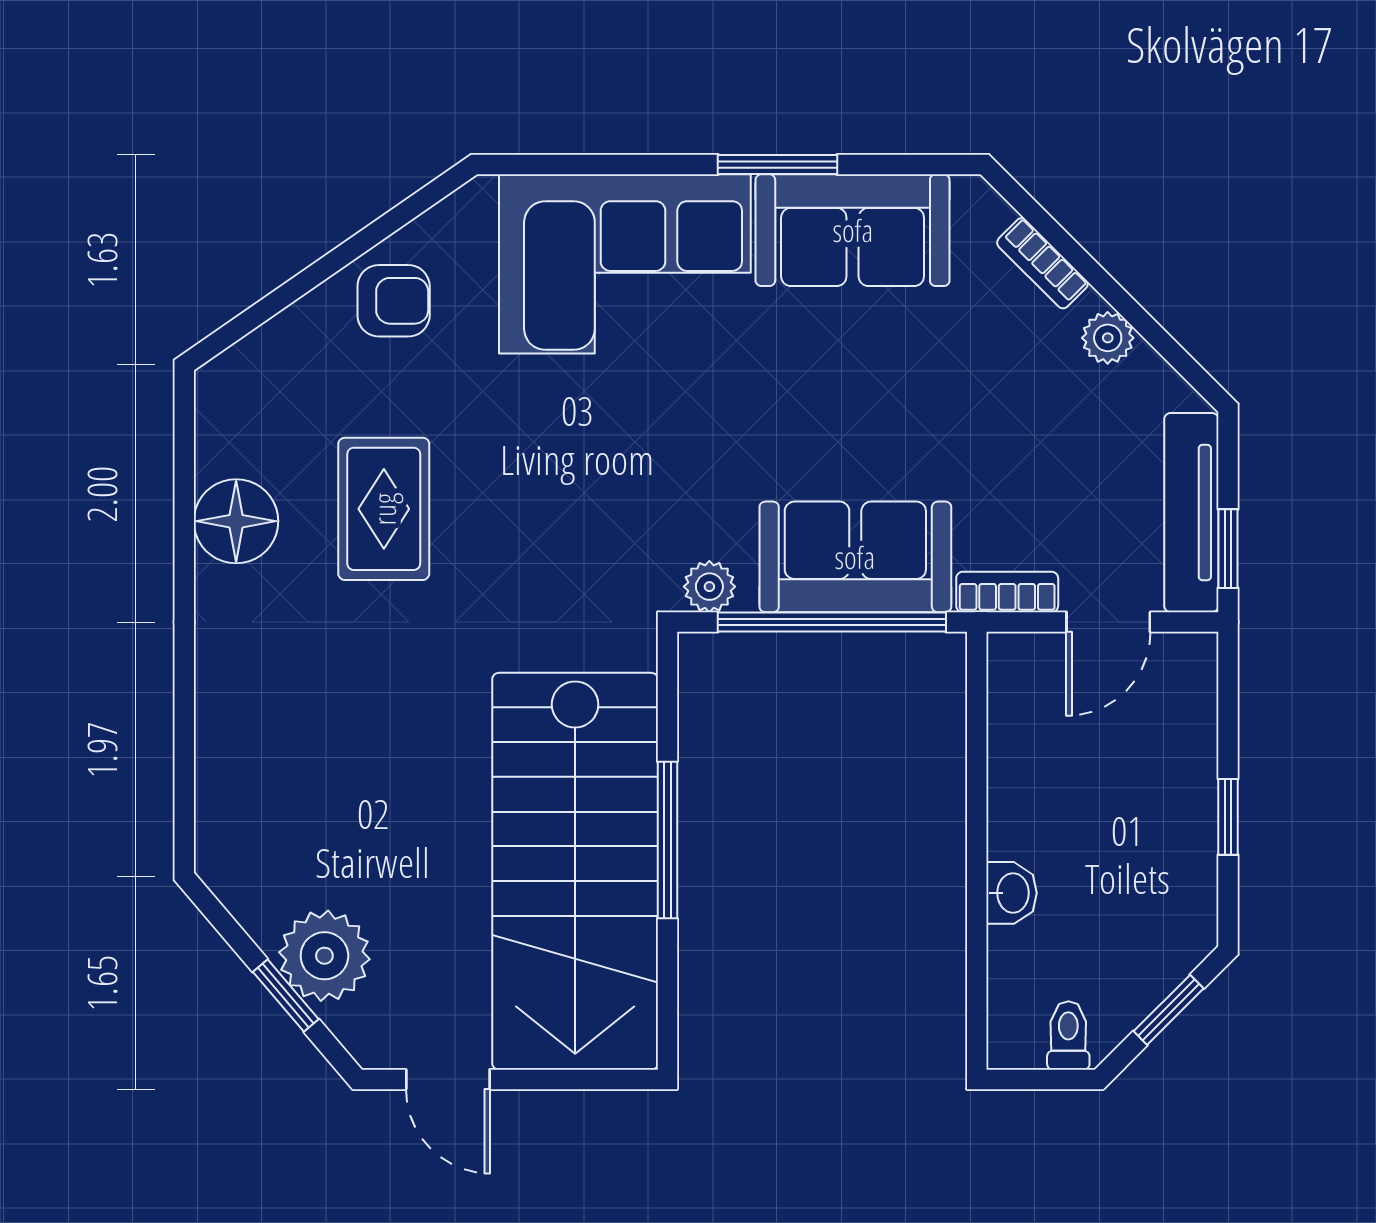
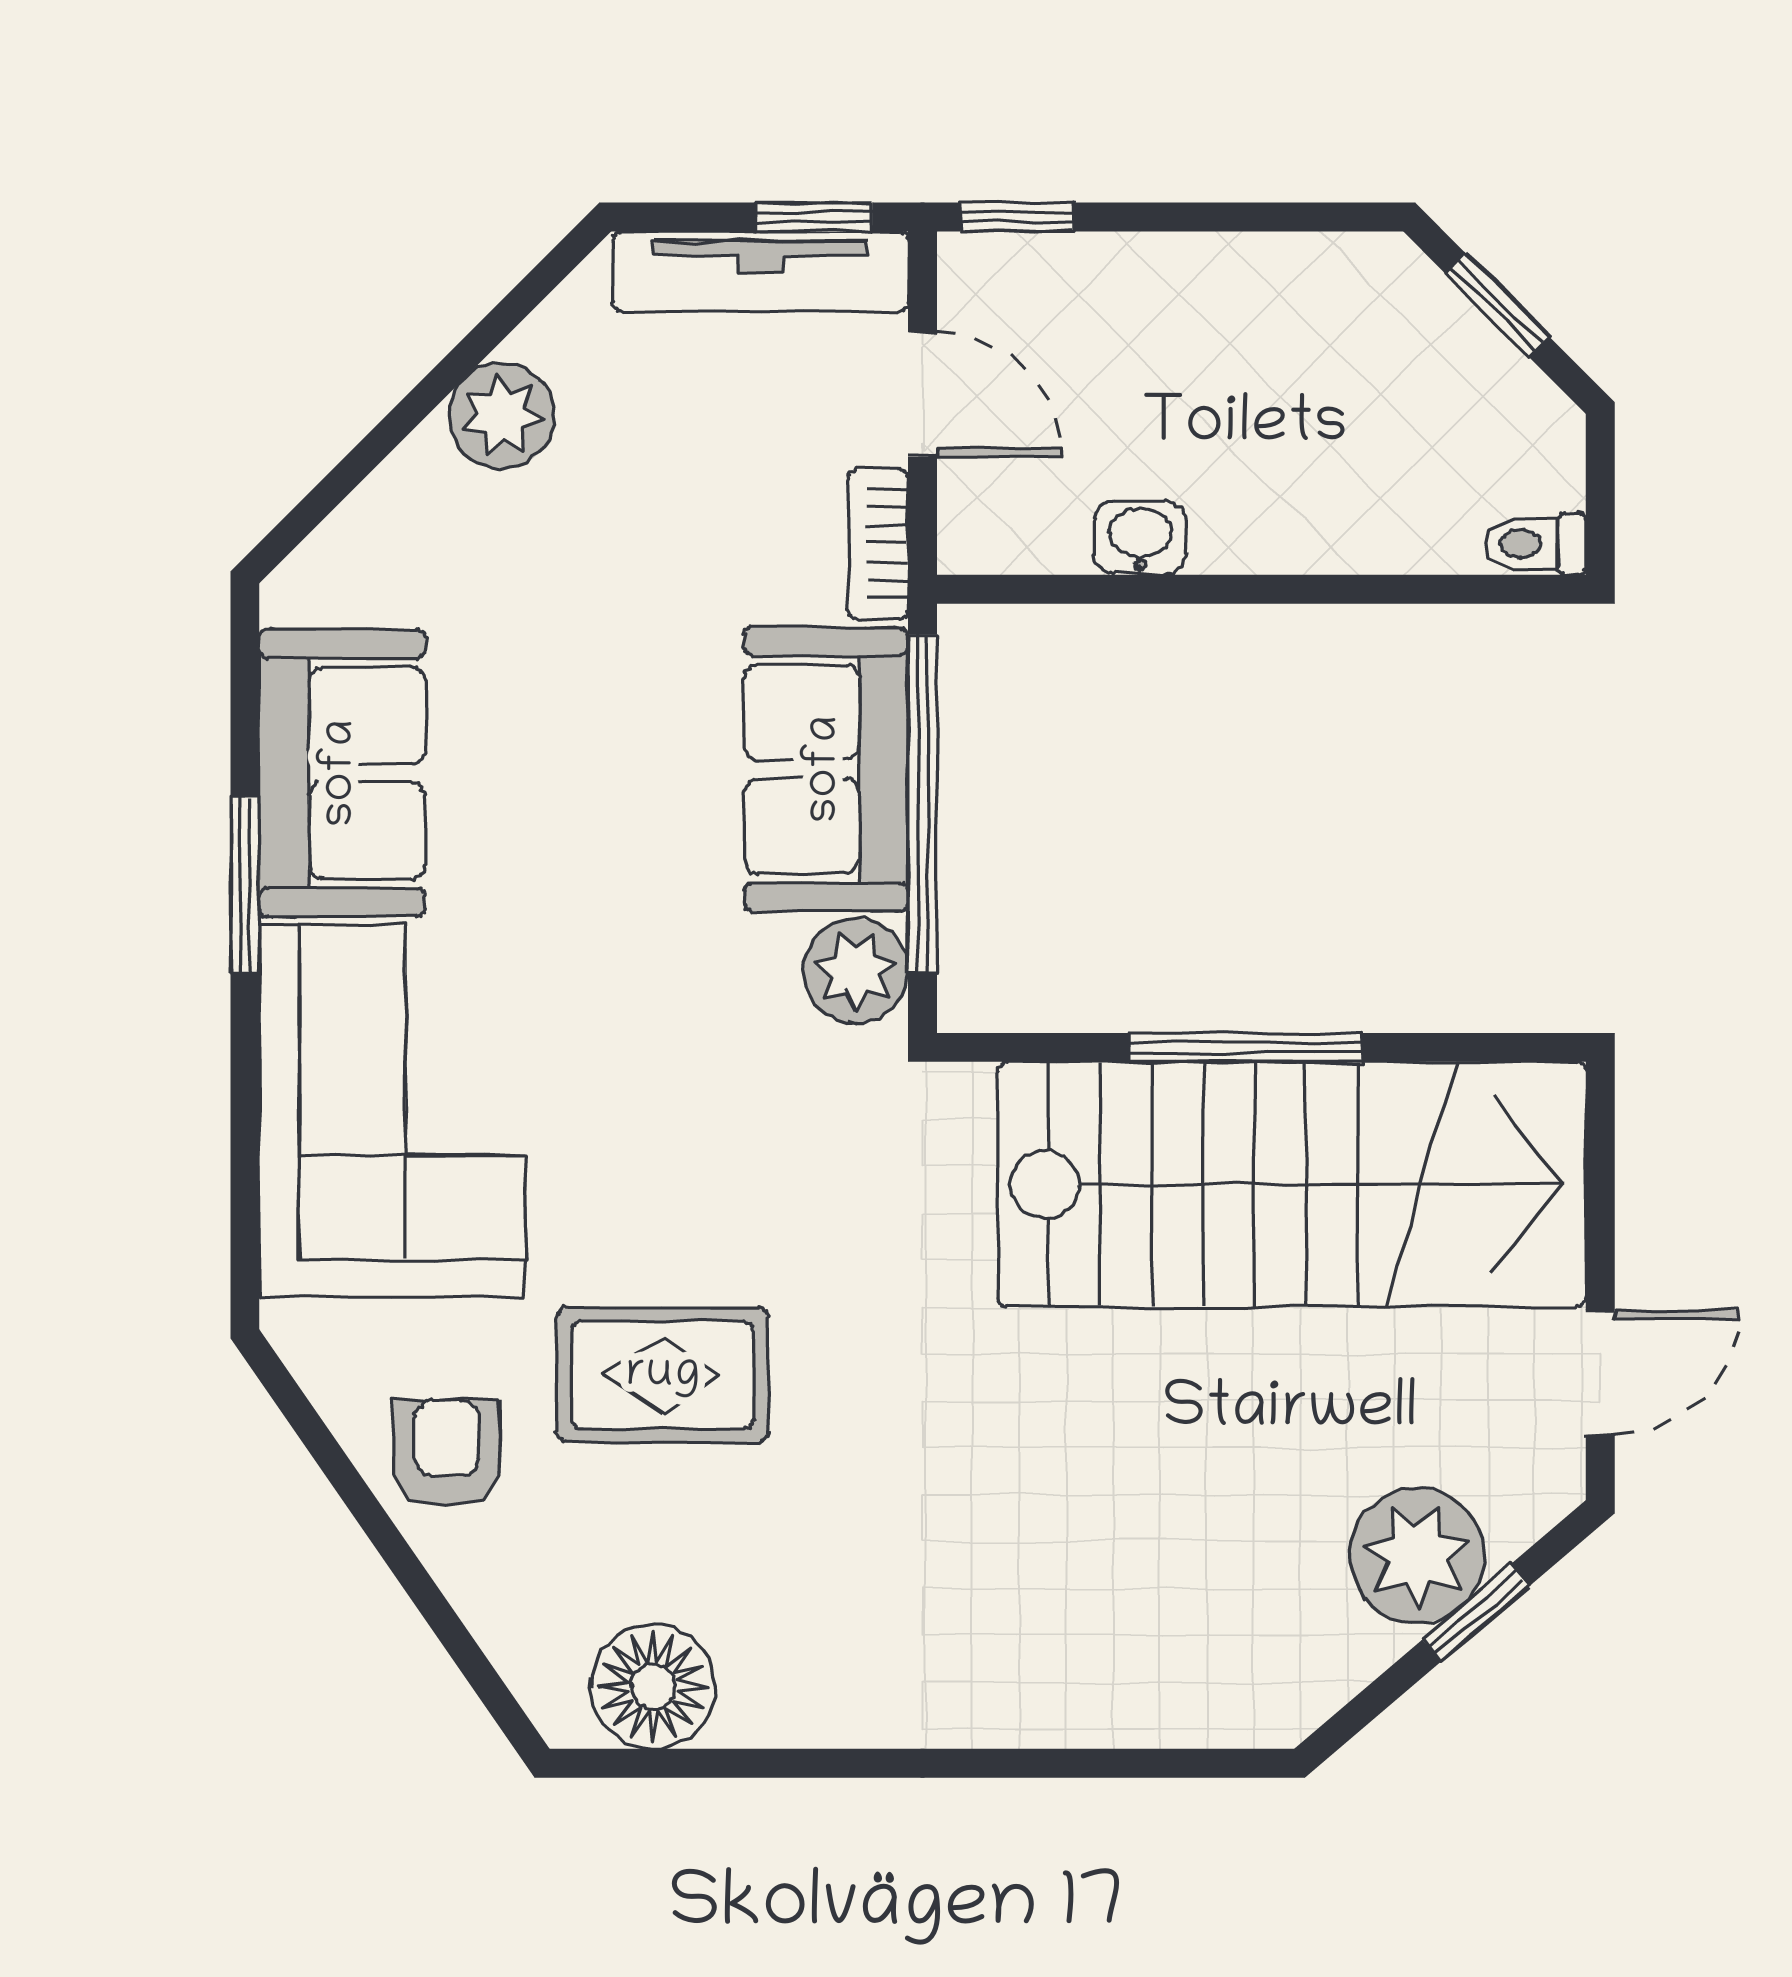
bookcase: (1042, 263) -> (391, 492), removed
plant: (1108, 338) -> (502, 416), width x1.38, depth x1.38
rug: (384, 509) -> (663, 1375), moved
floor lamp: (236, 521) -> (653, 1687), moved
plant: (709, 587) -> (856, 971), width x1.38, depth x1.38
window: (1228, 817) -> (1017, 217), moved
washbasin: (1011, 893) -> (1140, 538), moved
toilet: (1068, 1035) -> (1535, 544), moved

